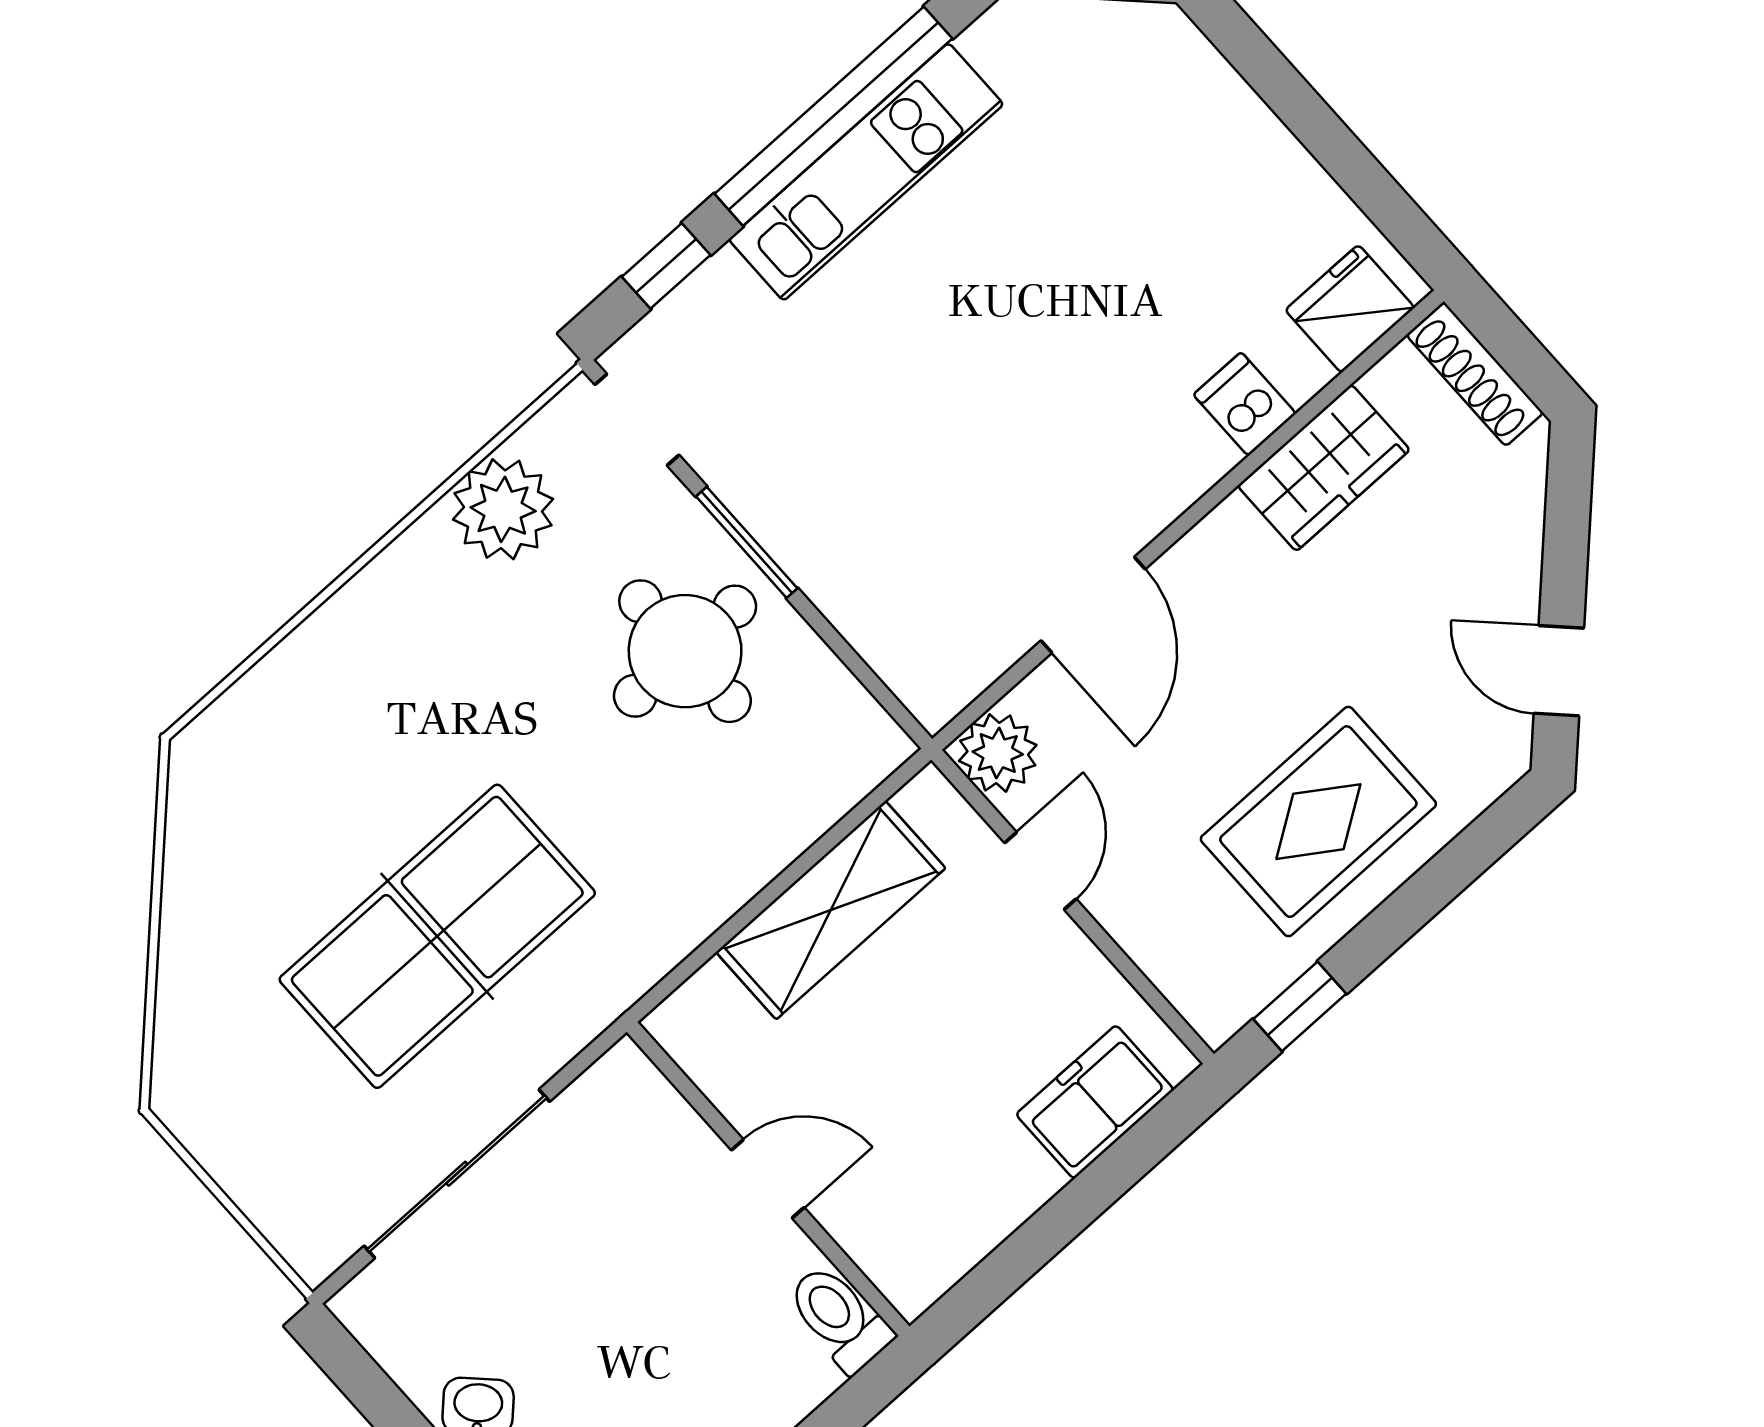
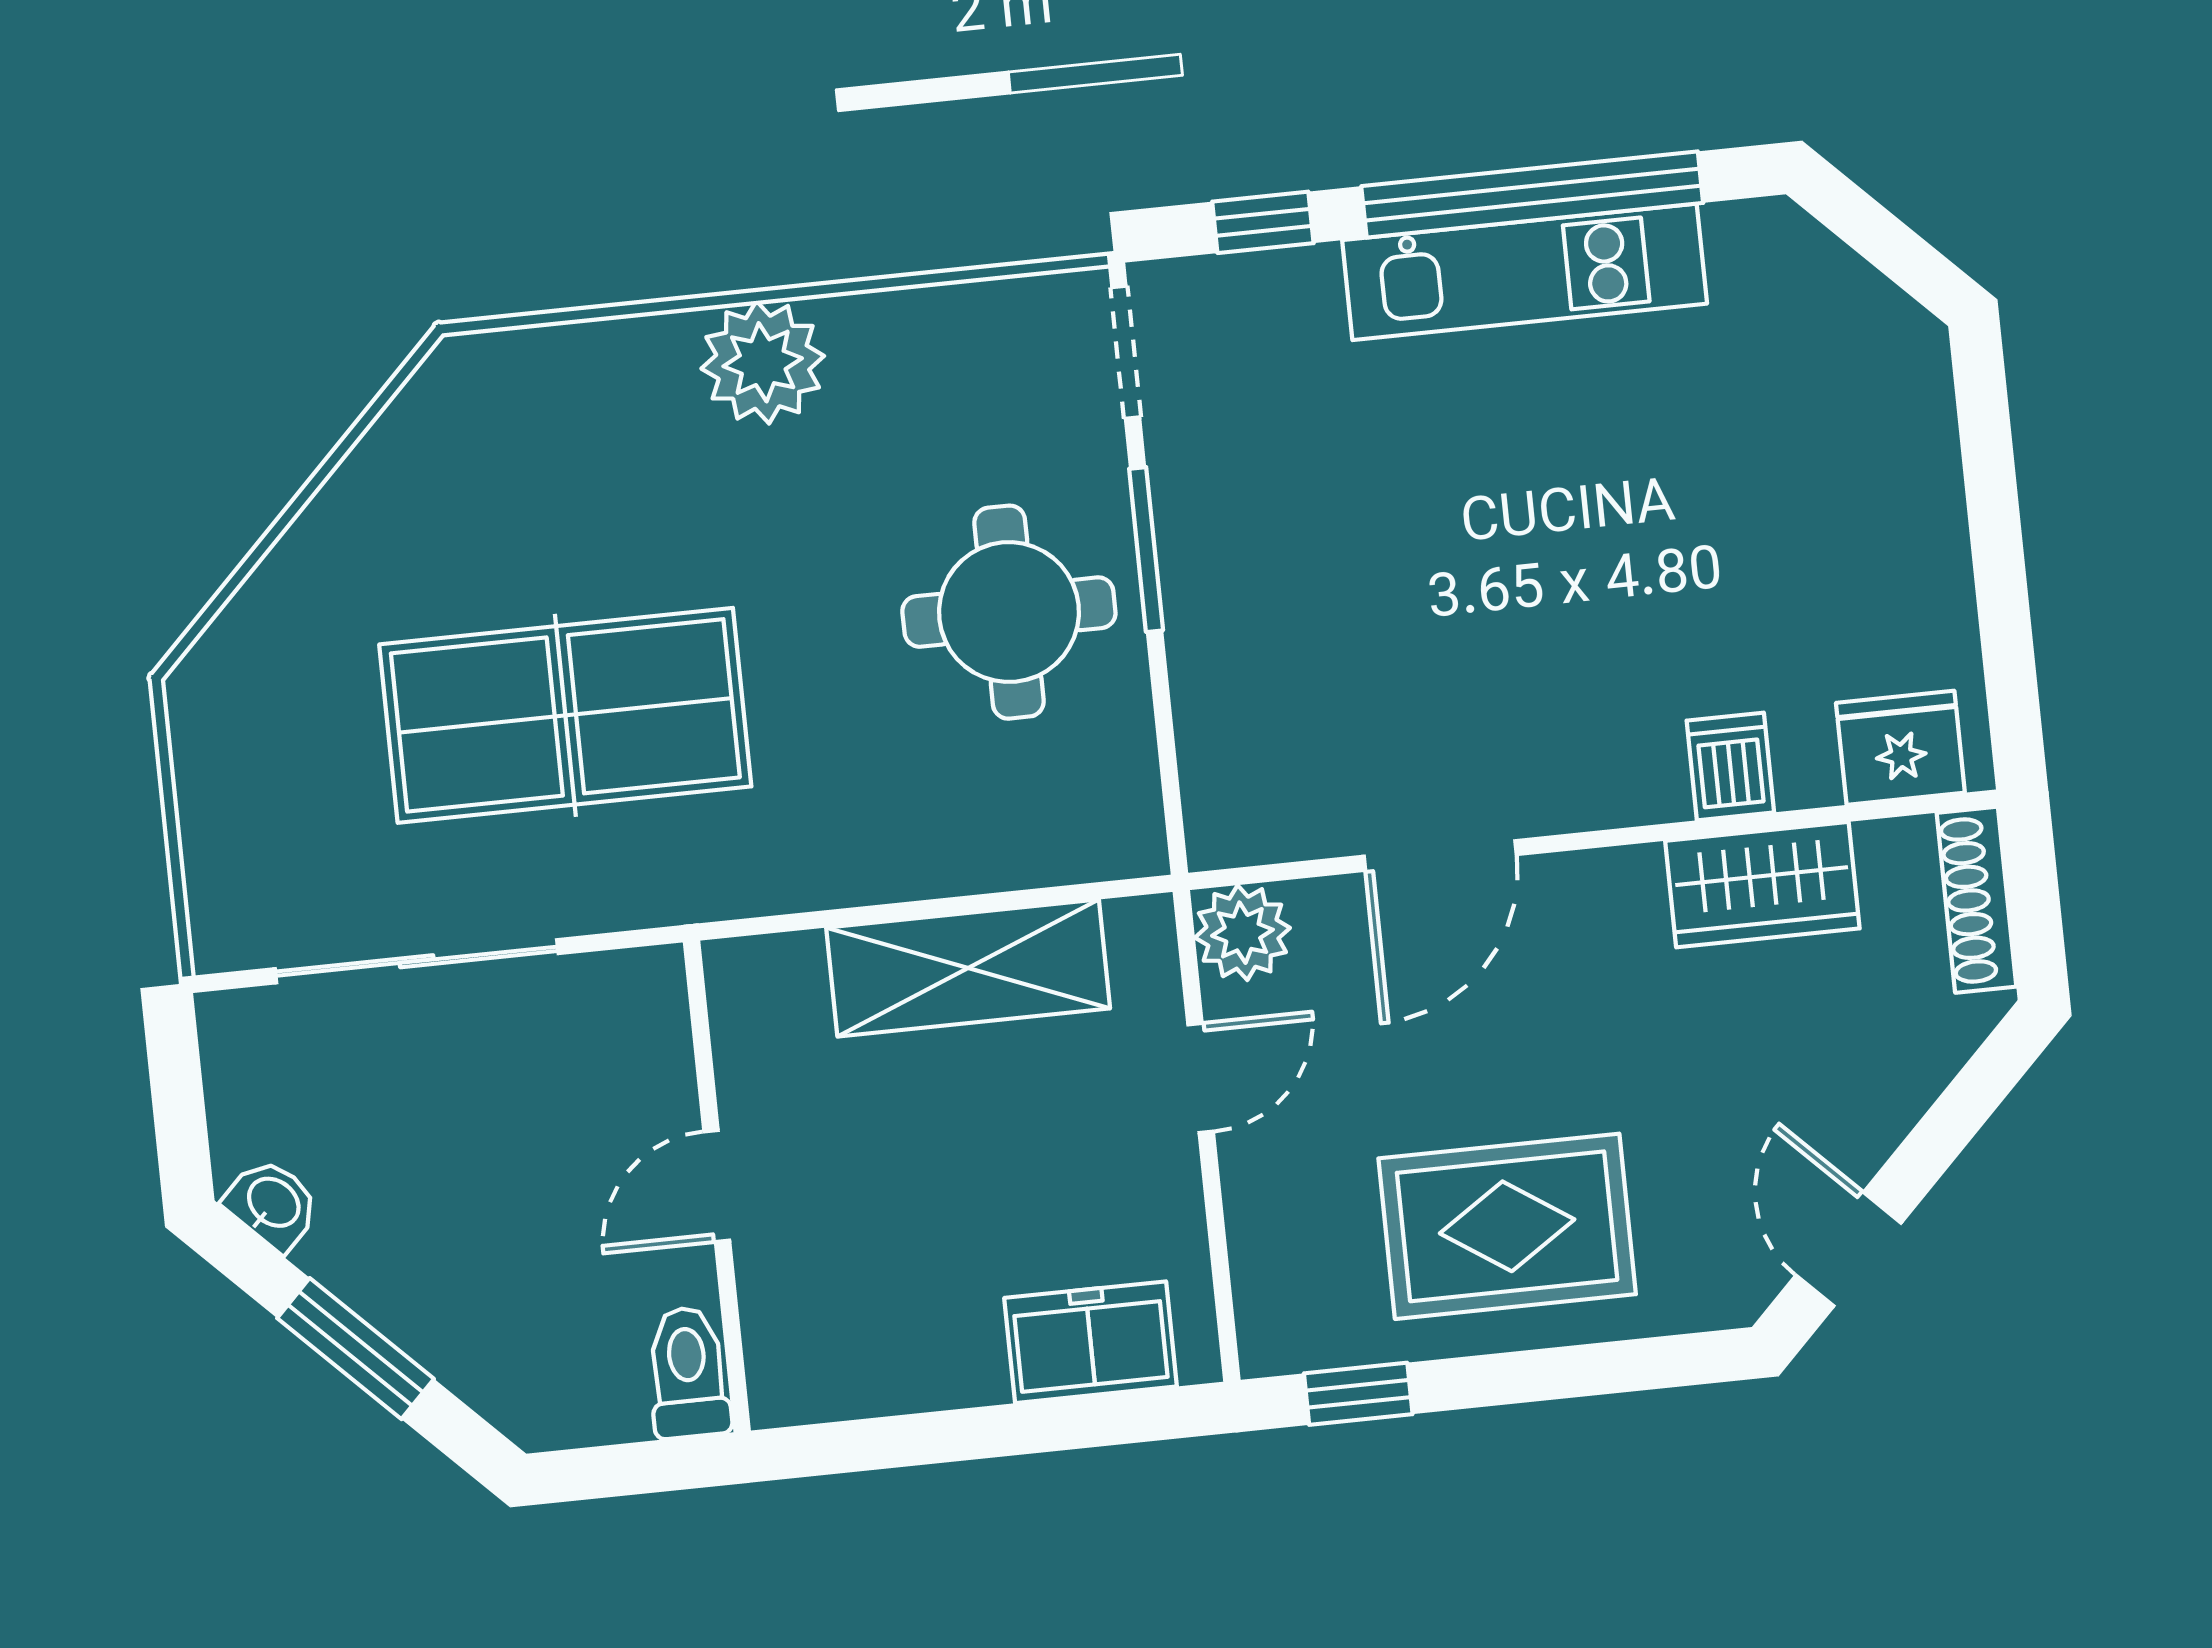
plant: (503, 509) -> (763, 362), moved
door: (768, 1179) -> (717, 1186), swing flipped

